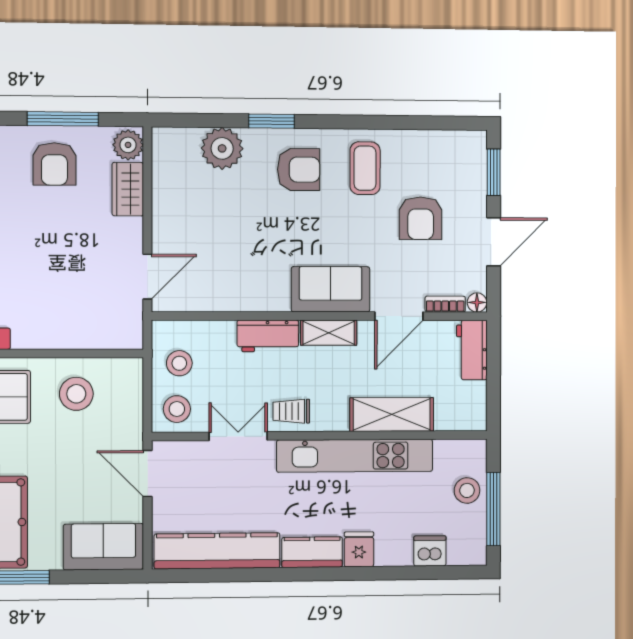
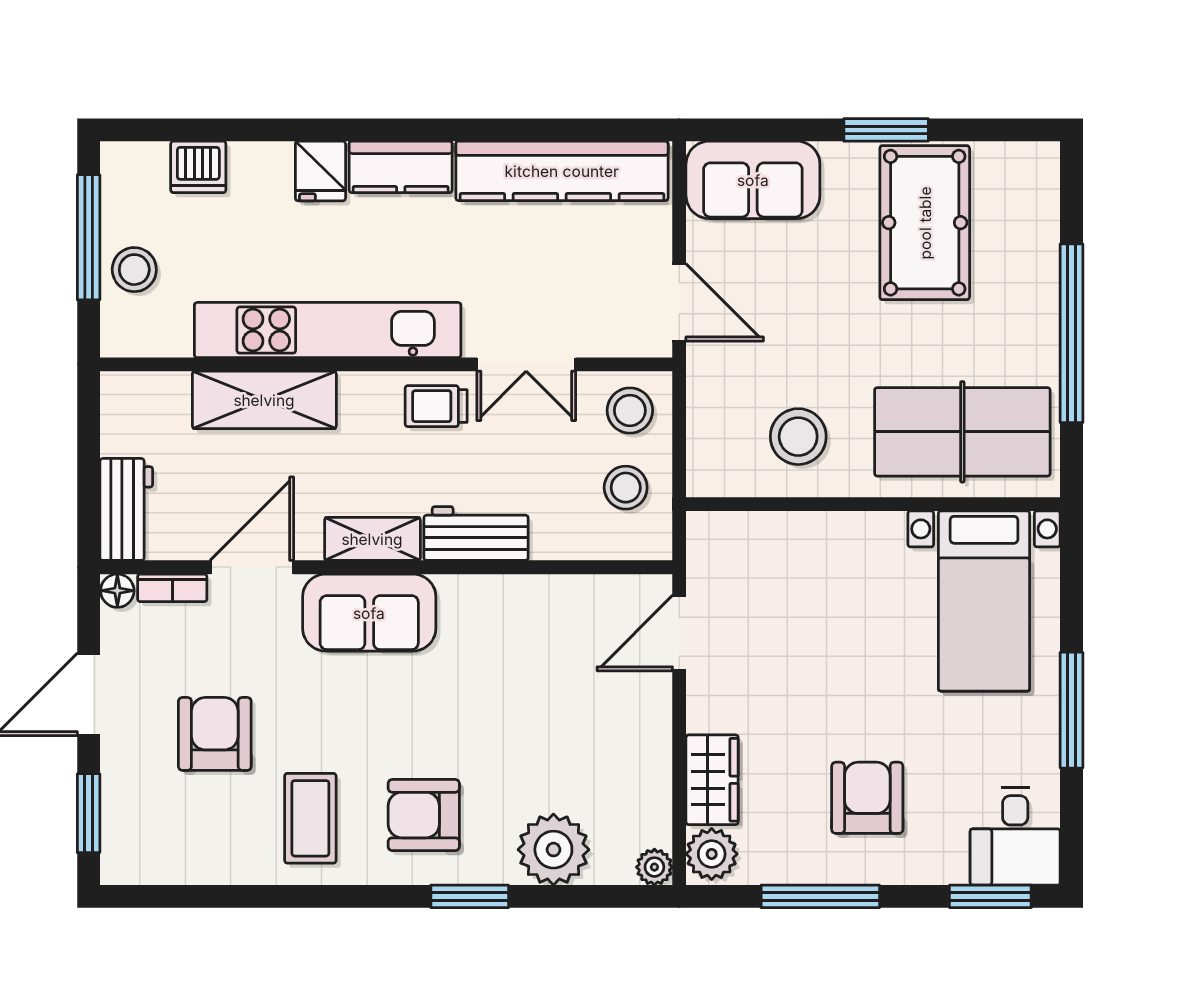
plant: (162, 137) -> (654, 867), added
armchair: (54, 164) -> (867, 798), moved
trolley: (291, 411) -> (436, 406), turned 180

